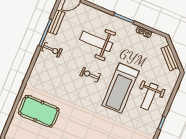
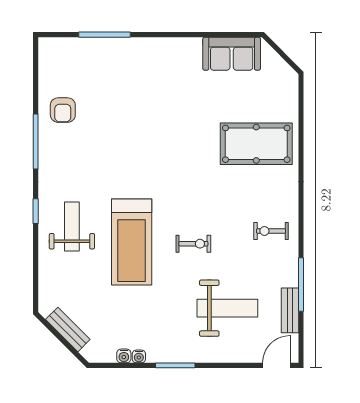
weight bench: (96, 41) -> (227, 308), moved
exercise bike: (52, 50) -> (271, 231), moved
treadmill: (120, 88) -> (132, 242), turned 180
weight bench: (149, 96) -> (72, 227), moved

